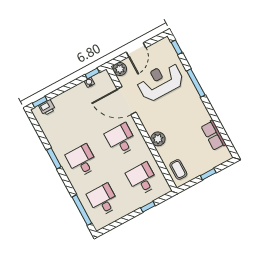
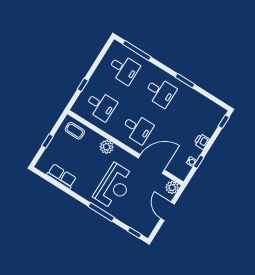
window: (92, 74) -> (199, 162), moved
reception desk: (160, 82) -> (114, 186), moved
printer: (47, 108) -> (202, 141), moved

